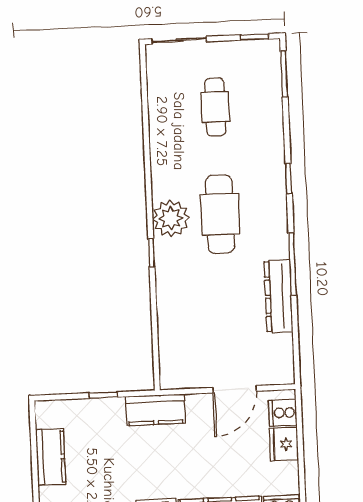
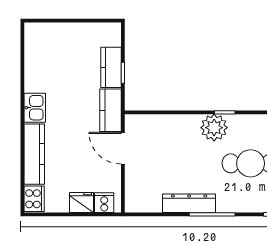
plant: (171, 218) -> (214, 128), moved
door: (235, 389) -> (123, 148), moved
kitchen counter: (51, 457) -> (111, 67), moved, turned 90

